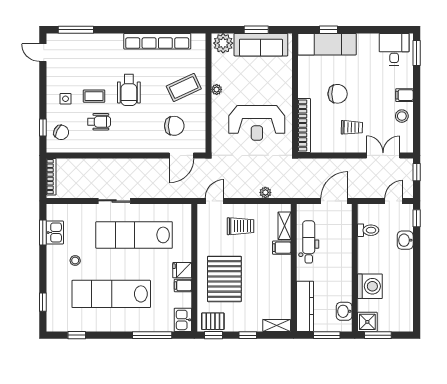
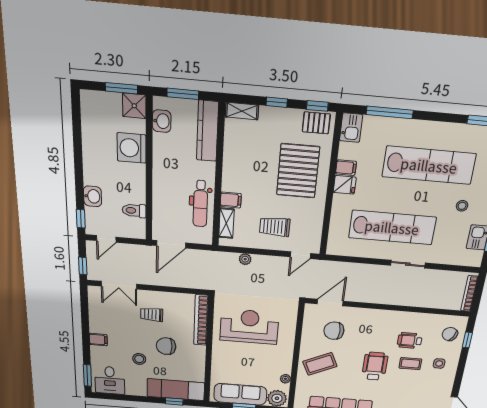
plant: (217, 89) -> (285, 379), moved
stool: (402, 116) -> (139, 359), moved

